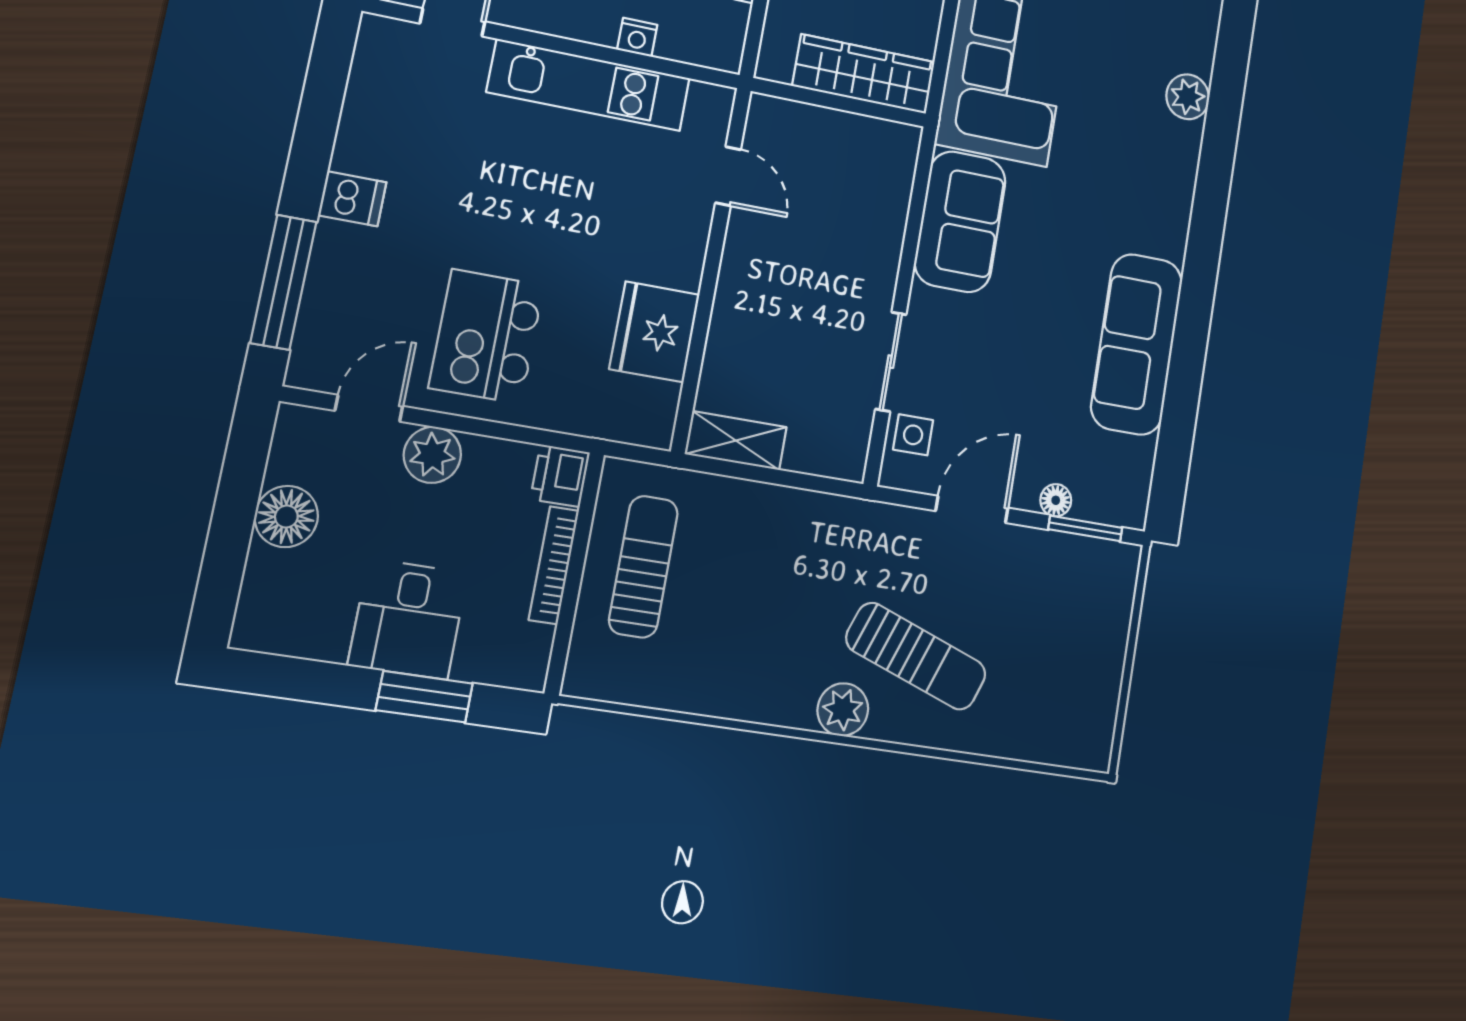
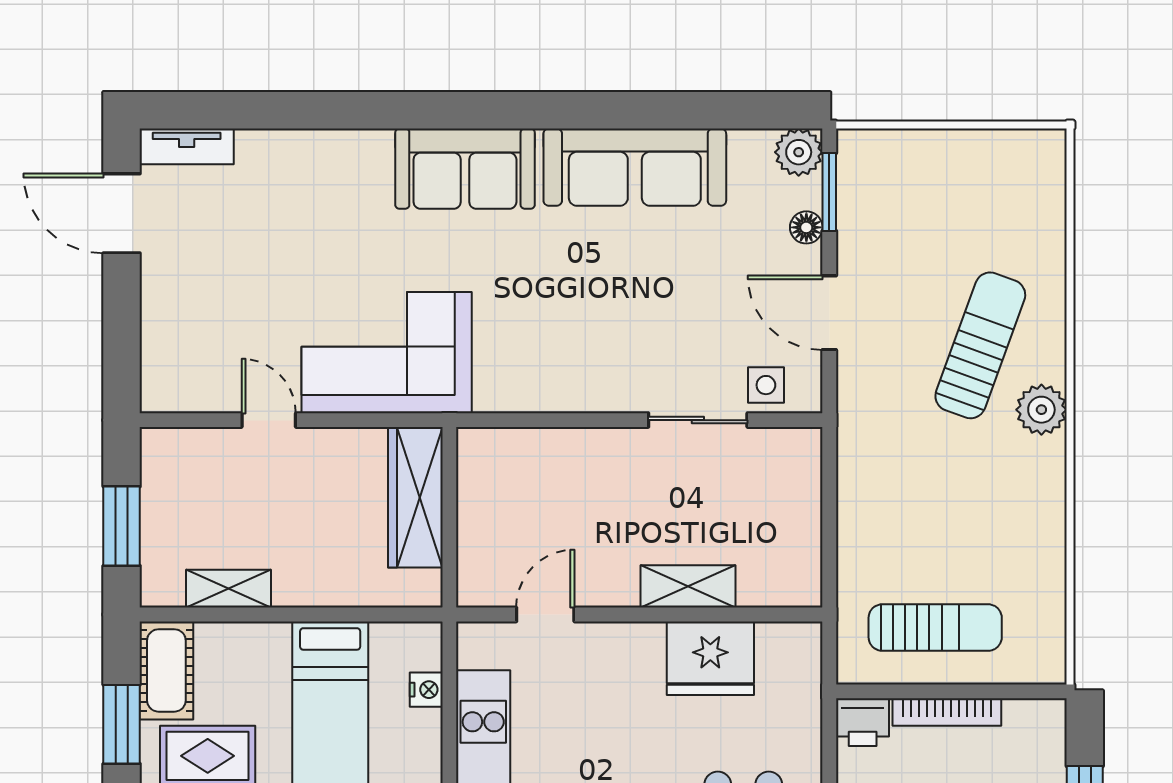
nightstand: (637, 37) -> (426, 690), moved
plant: (1188, 97) -> (799, 152), moved
sofa: (960, 222) -> (465, 169), moved, turned 180
shelving: (736, 441) -> (688, 586), moved, turned 90
sun lounger: (643, 567) -> (935, 628), turned 180

